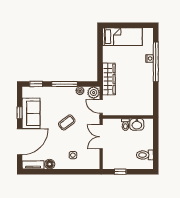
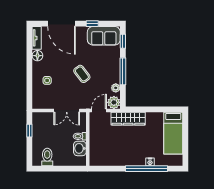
sofa: (31, 113) -> (104, 36), moved
double door: (101, 137) -> (67, 110), swing flipped

